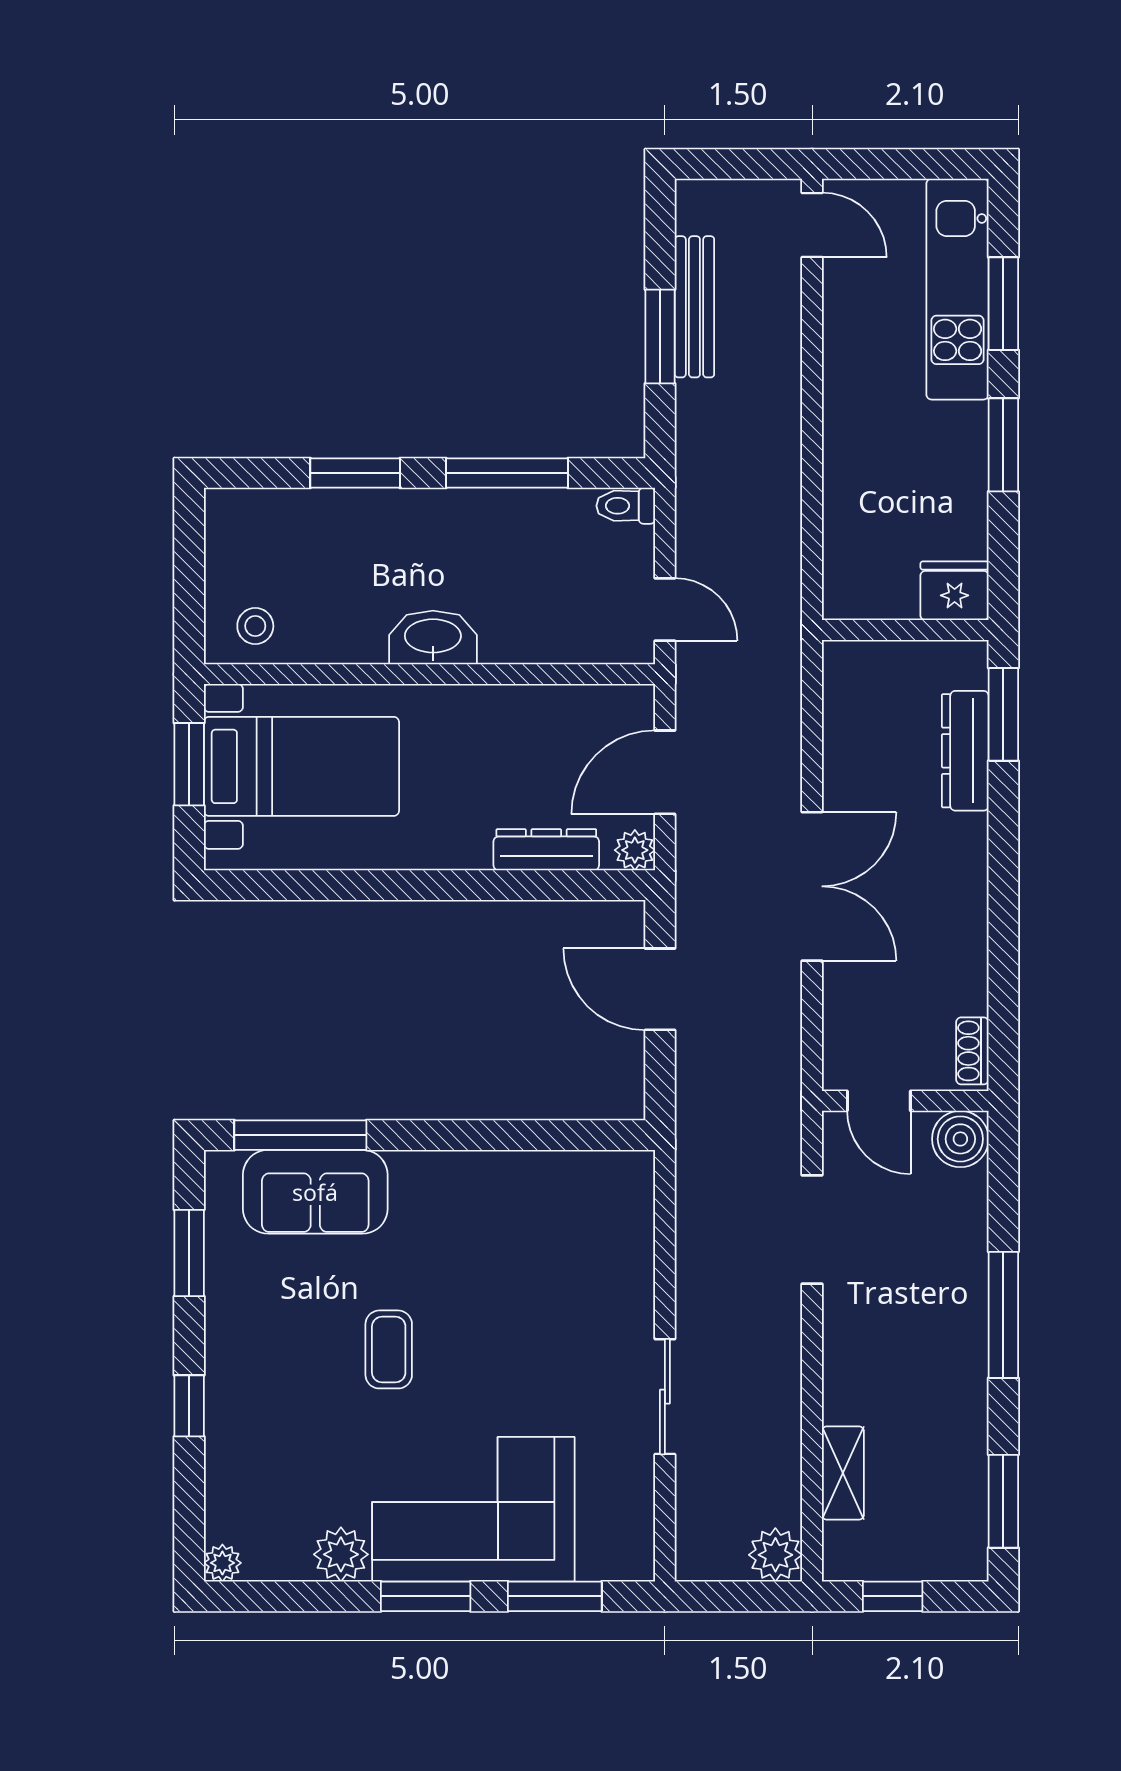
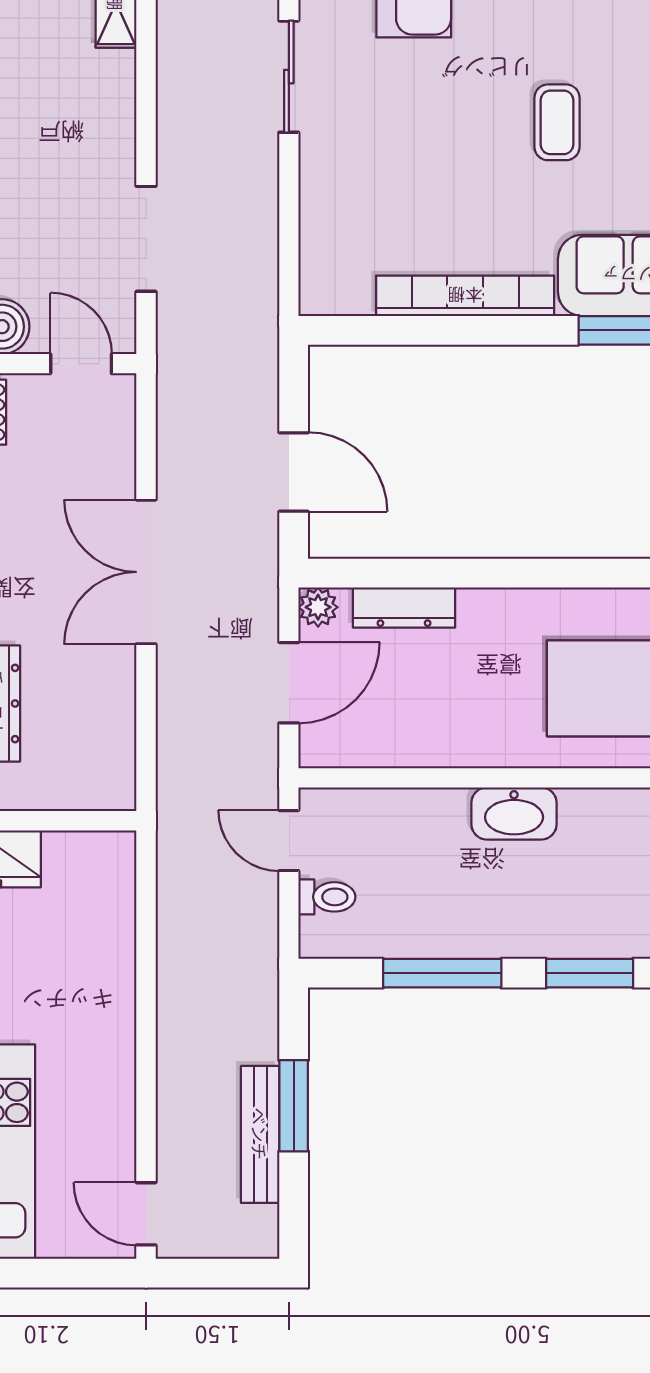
toilet: (626, 506) -> (327, 897), moved
bookcase: (483, 1171) -> (465, 296), added

